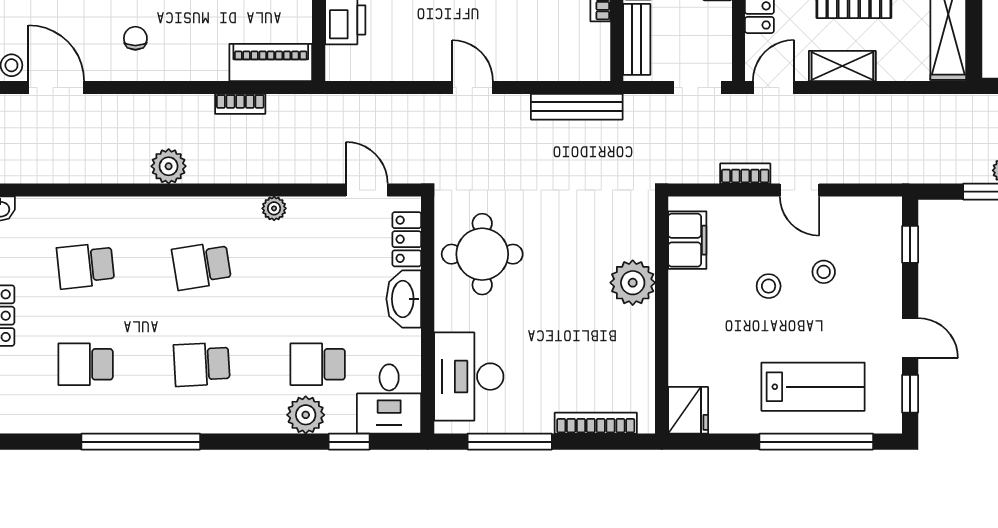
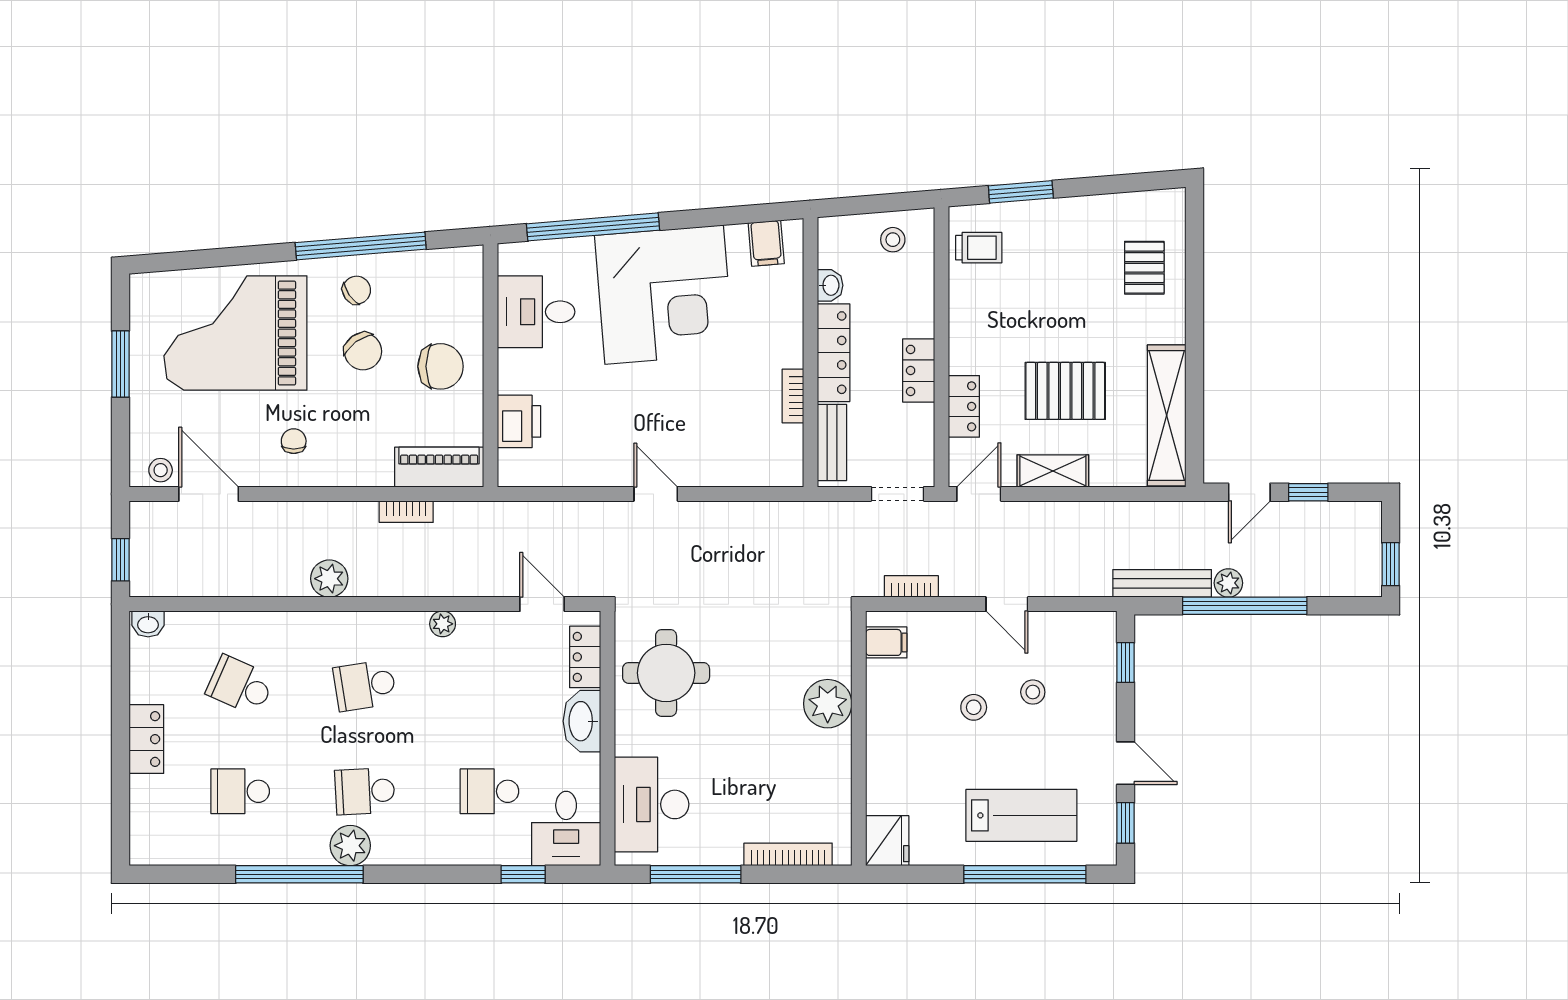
bench: (577, 107) -> (1162, 583), moved
bookcase: (745, 174) -> (911, 586), moved
filing cabinet: (687, 240) -> (886, 642), width x0.50
school desk: (86, 266) -> (240, 685), turned 30
plant: (306, 415) -> (350, 846), moved

